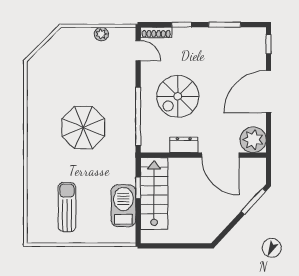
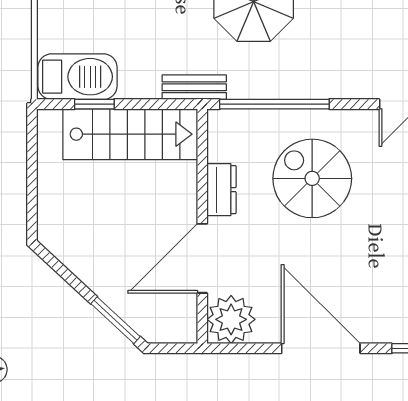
bench: (129, 159) -> (194, 87), added
window: (138, 188) -> (94, 104), moved
barbecue: (123, 206) -> (77, 77), moved

